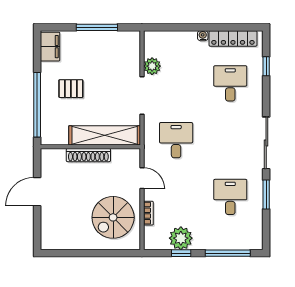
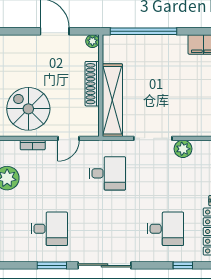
pallet: (71, 89) -> (160, 66), removed
plant: (47, 155) -> (92, 41), added

